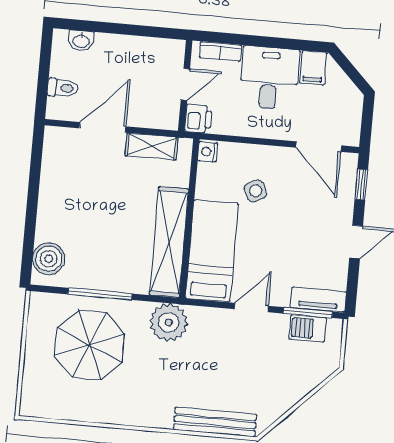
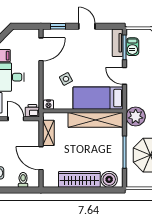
wardrobe: (54, 200) -> (79, 179), added

